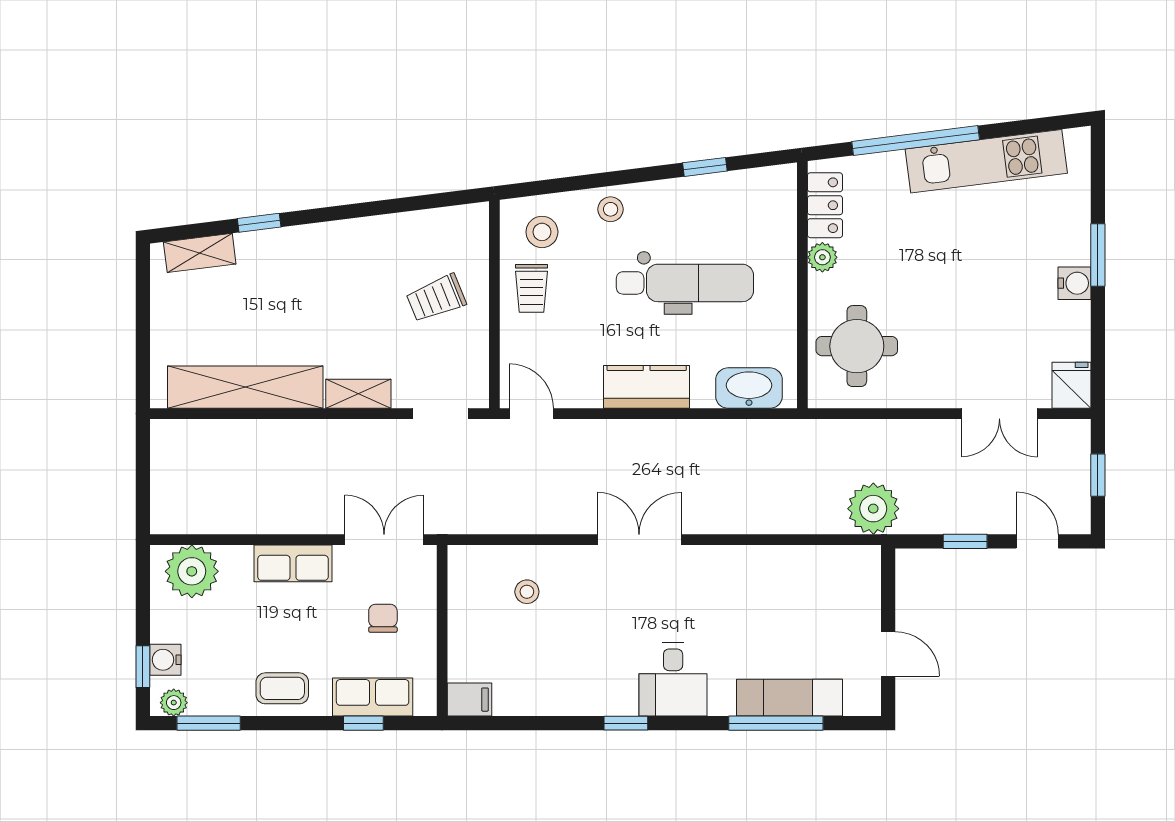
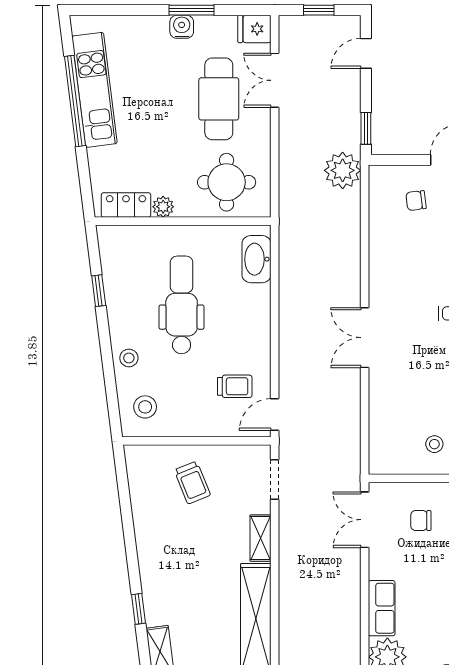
window: (916, 141) -> (75, 101), moved
window: (1098, 255) -> (192, 10), moved
trolley: (531, 288) -> (235, 386), moved
cafe table: (974, 335) -> (219, 99), added
kitchen counter: (647, 387) -> (256, 332), removed
double door: (999, 414) -> (275, 80), swing flipped
window: (965, 541) -> (366, 128), moved
row of seats: (293, 563) -> (382, 608), moved
stool: (527, 592) -> (434, 444), moved
chair: (831, 611) -> (416, 201), added

